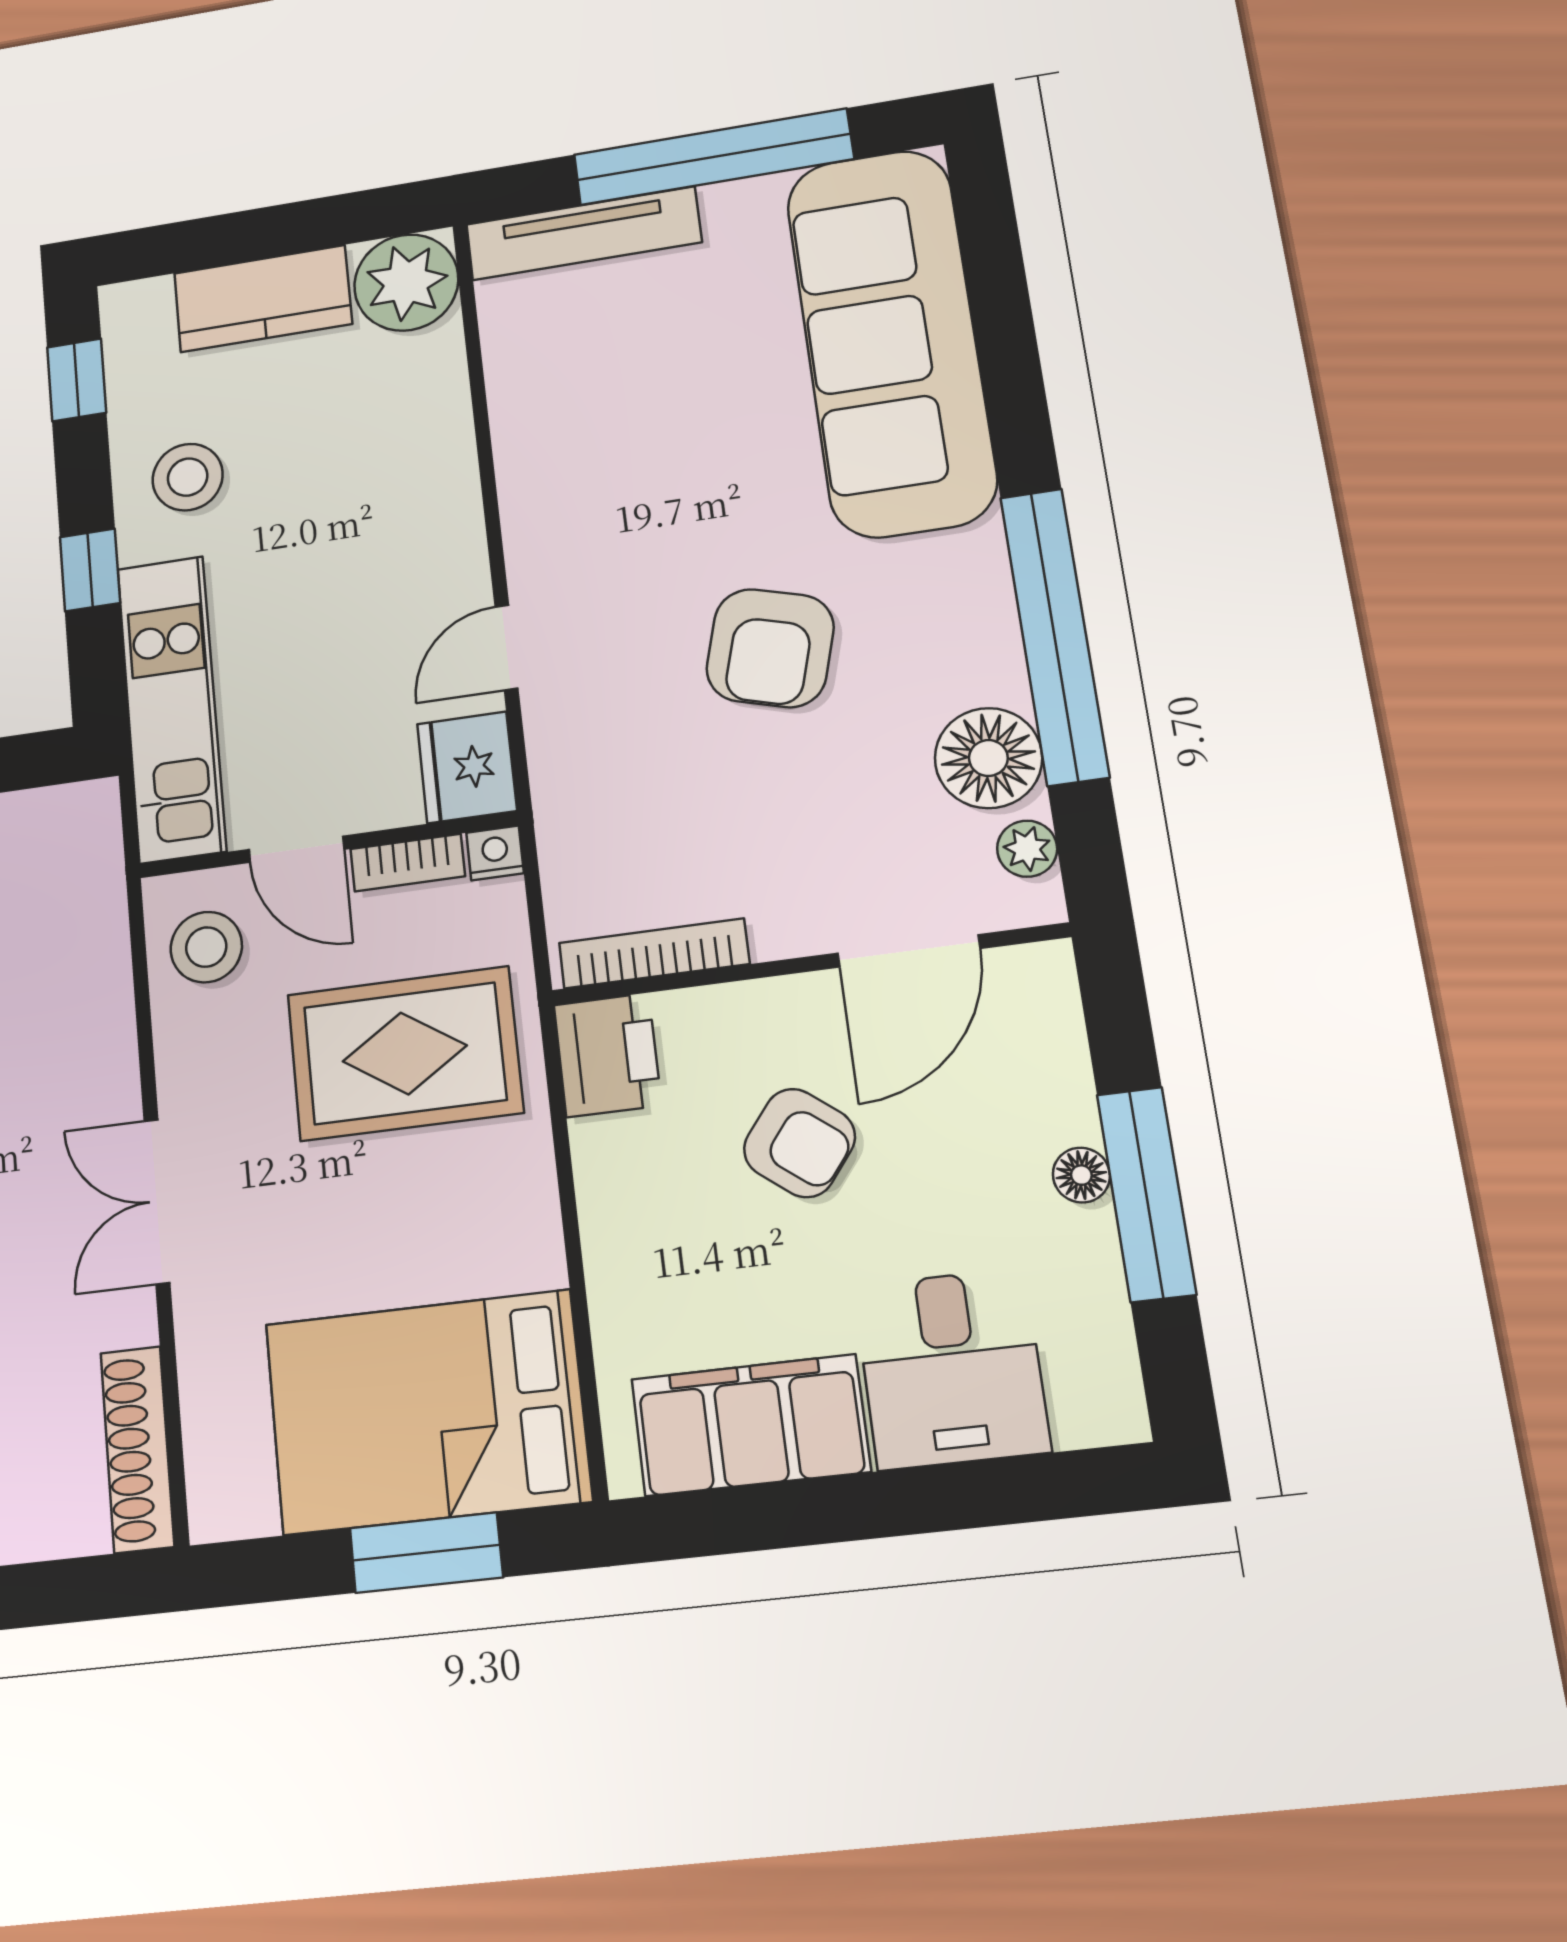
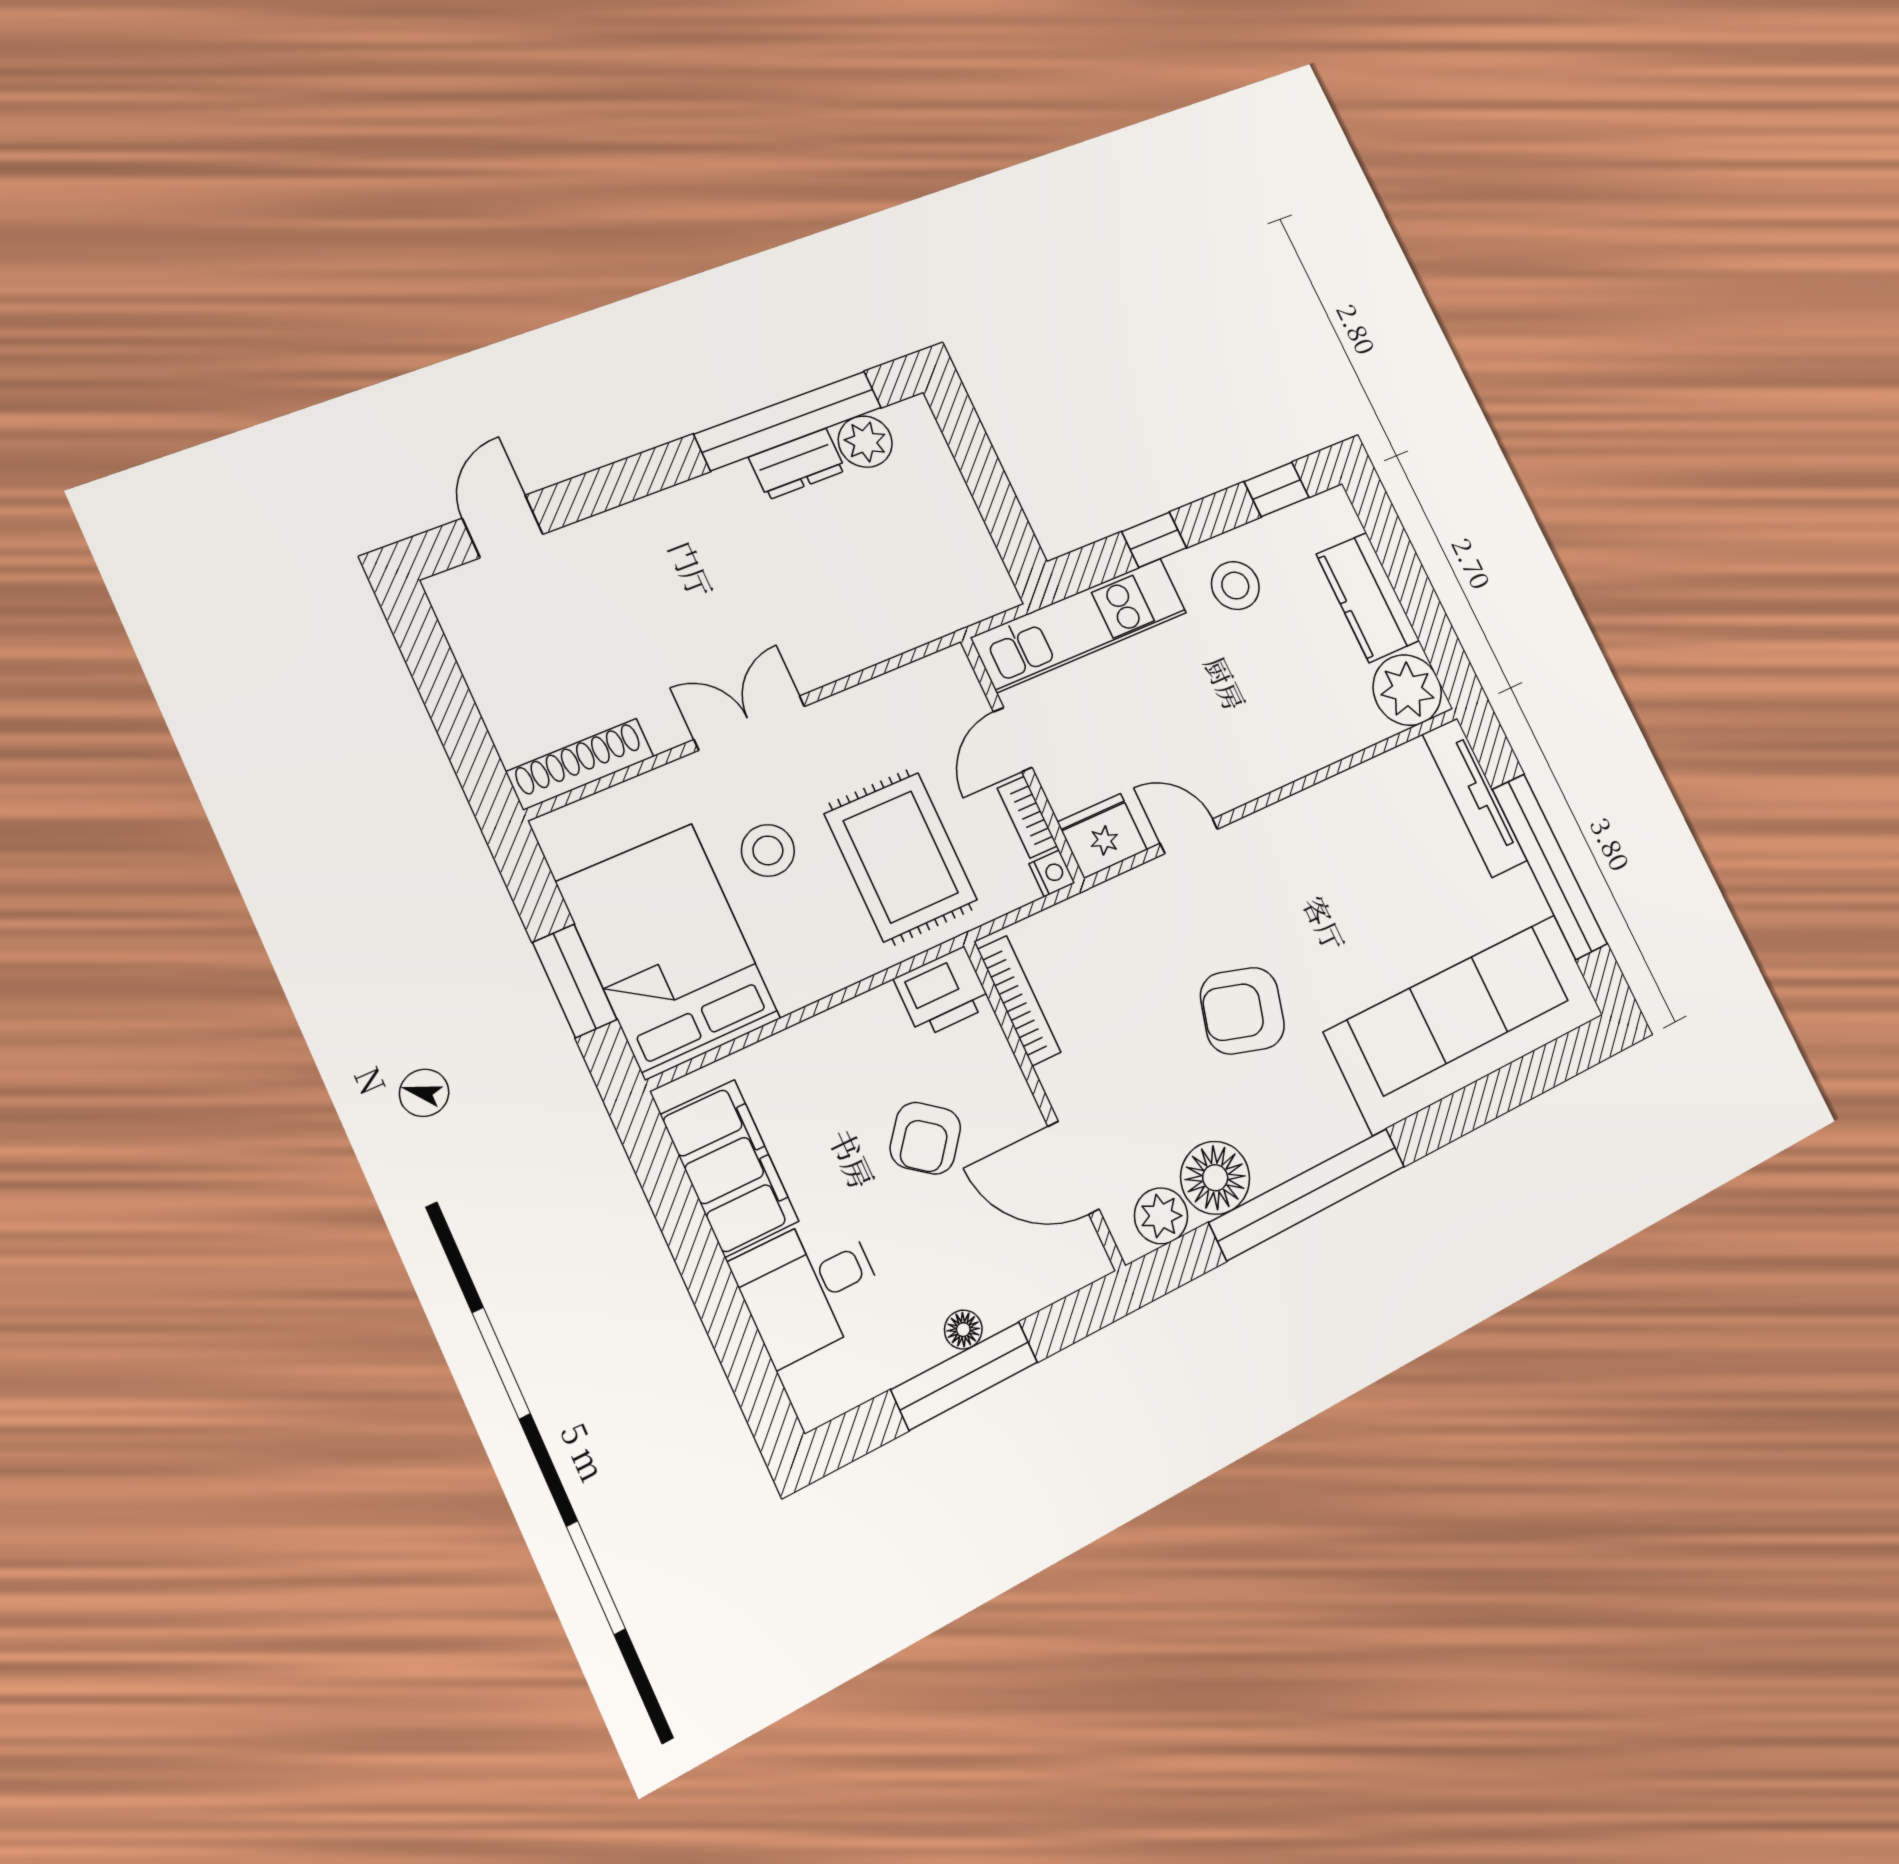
plant: (1027, 849) -> (1161, 1216), width x1.38, depth x1.38
stool: (206, 947) -> (768, 850), moved

